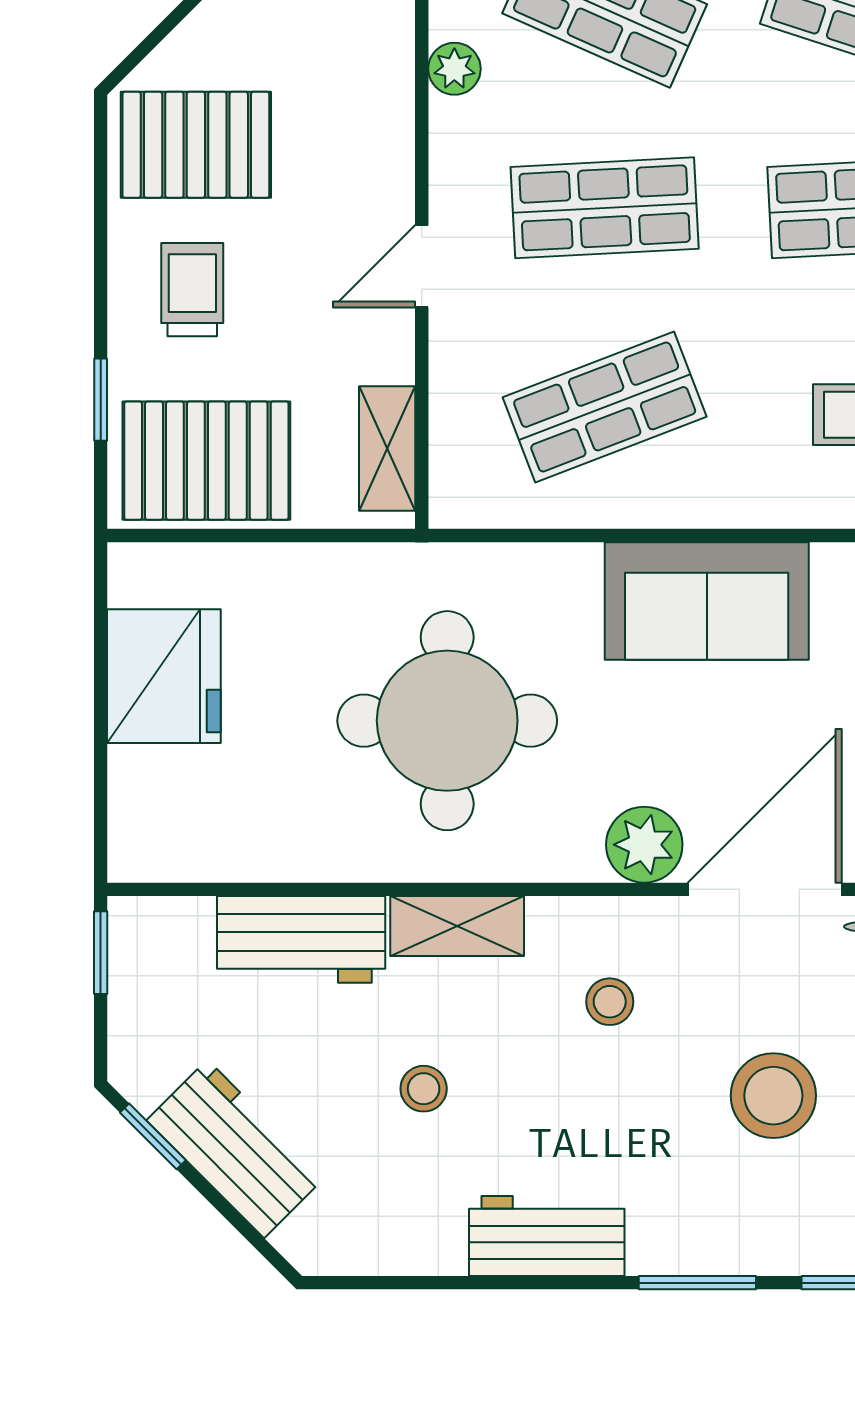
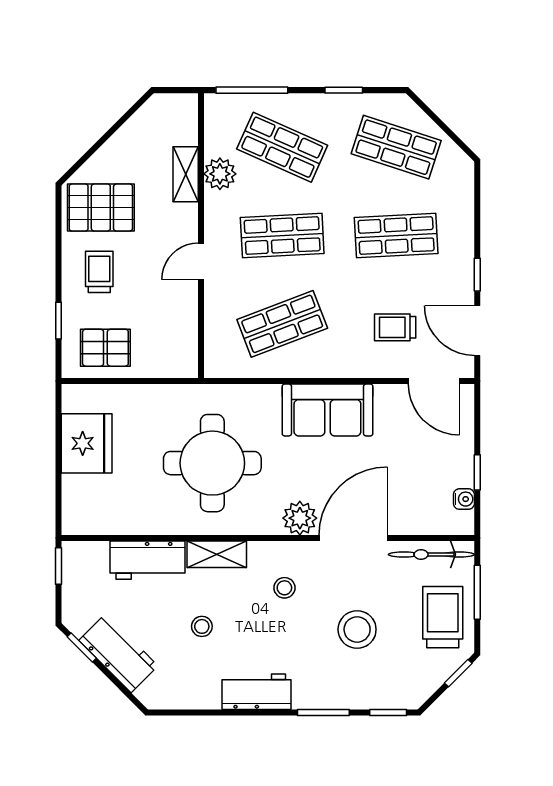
plant: (454, 69) -> (220, 174), width x1.38, depth x1.38
shelving: (387, 448) -> (186, 174), moved
pallet: (206, 461) -> (105, 348), width x0.67, depth x0.71

